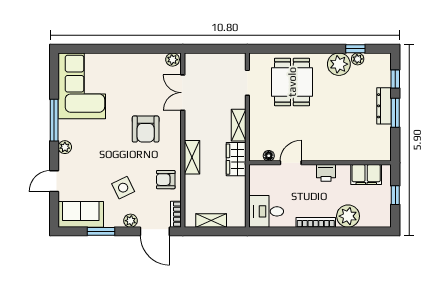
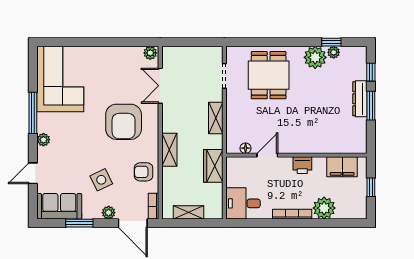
armchair: (146, 129) -> (124, 122), width x1.36, depth x1.36
wardrobe: (236, 159) -> (213, 166), moved

